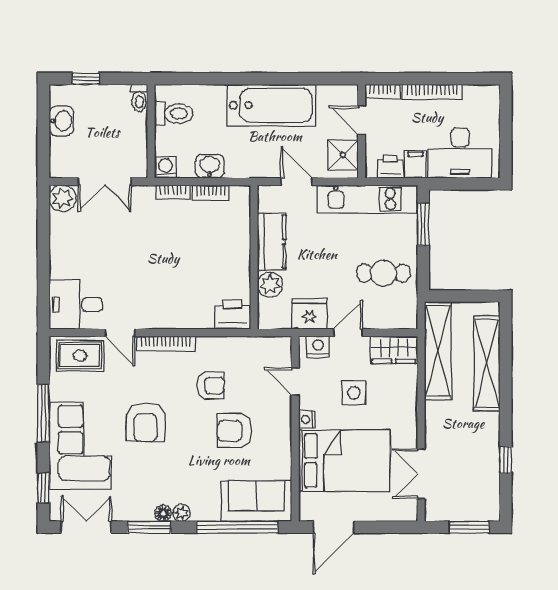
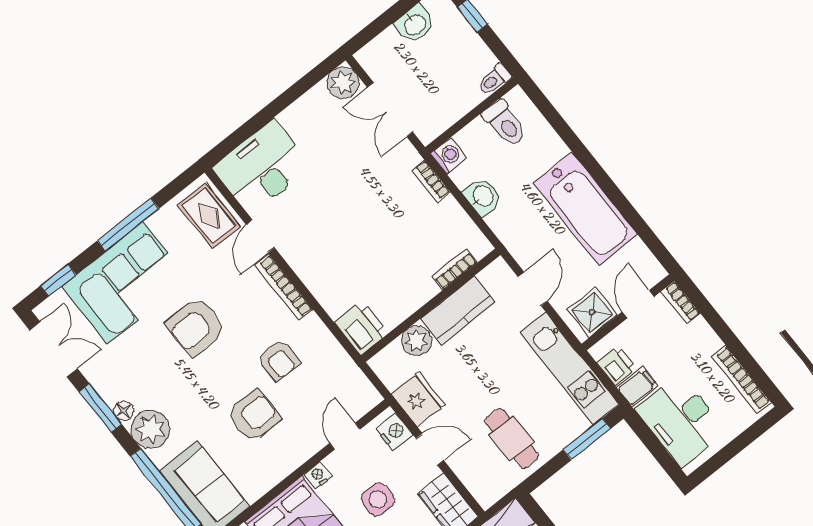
bookcase: (432, 92) -> (741, 380), moved
bookcase: (211, 193) -> (455, 269), moved, turned 90
desk: (76, 305) -> (262, 167), width x1.37
armchair: (235, 431) -> (254, 416), turned 90
plant: (182, 513) -> (150, 429), width x1.88, depth x1.88

